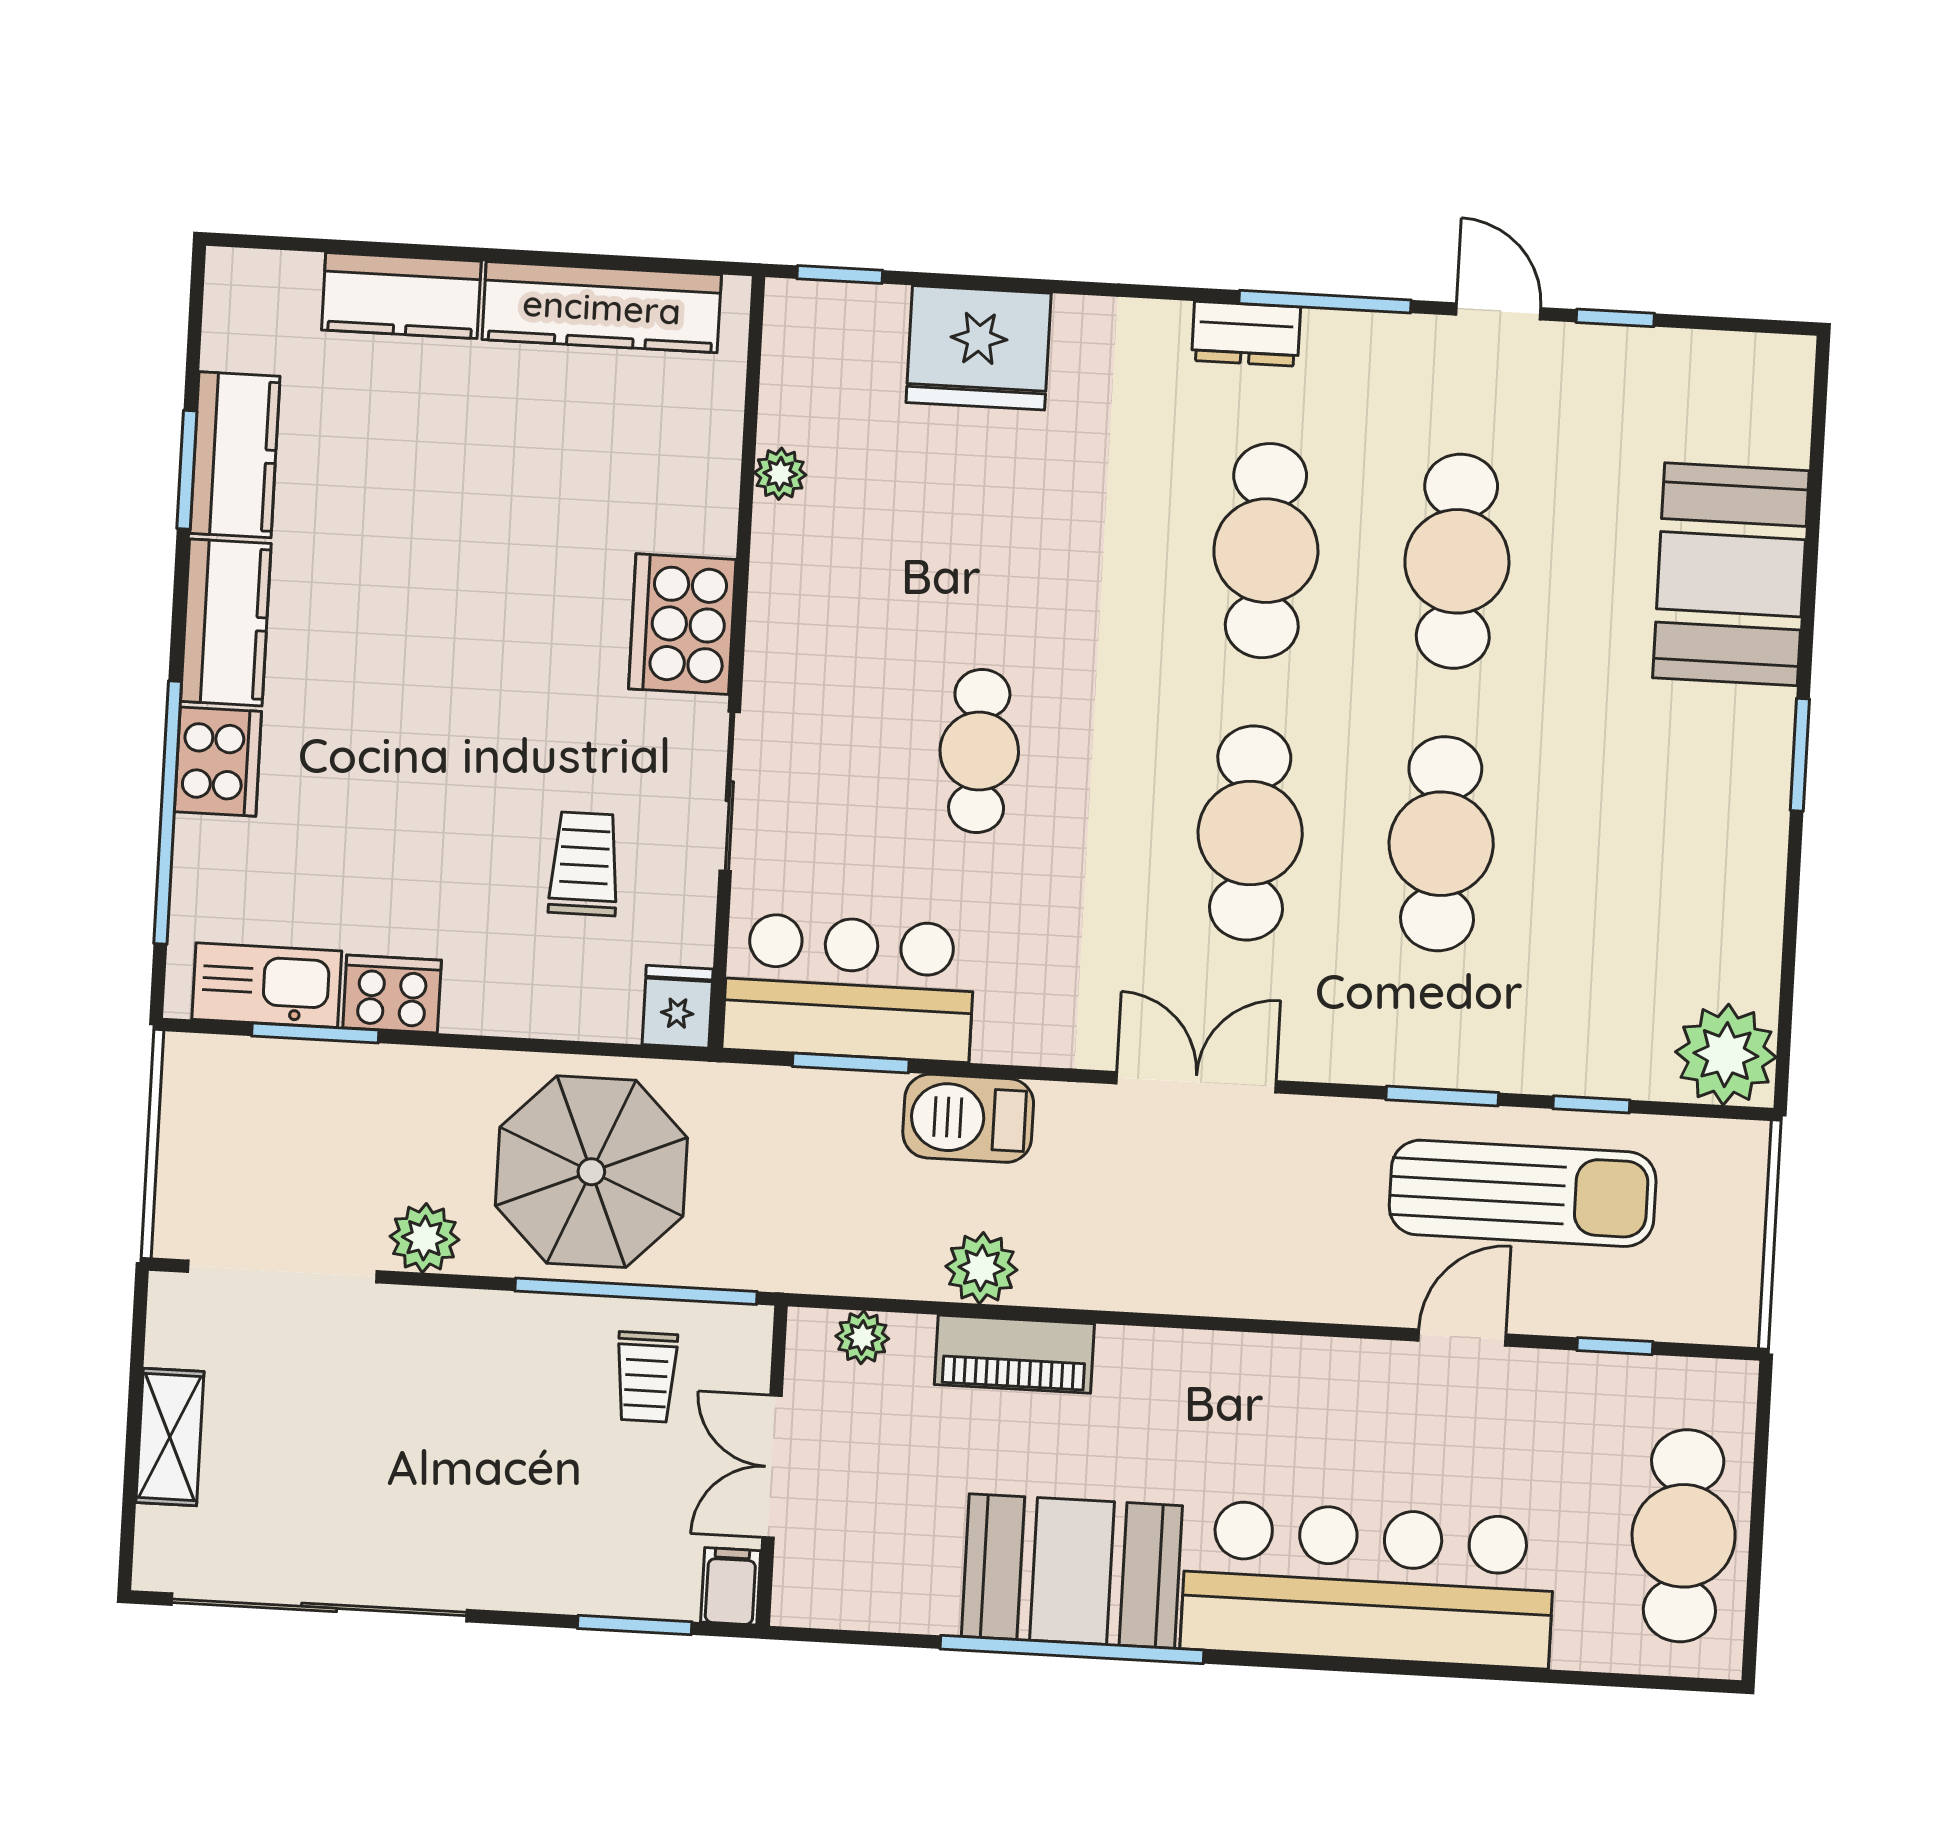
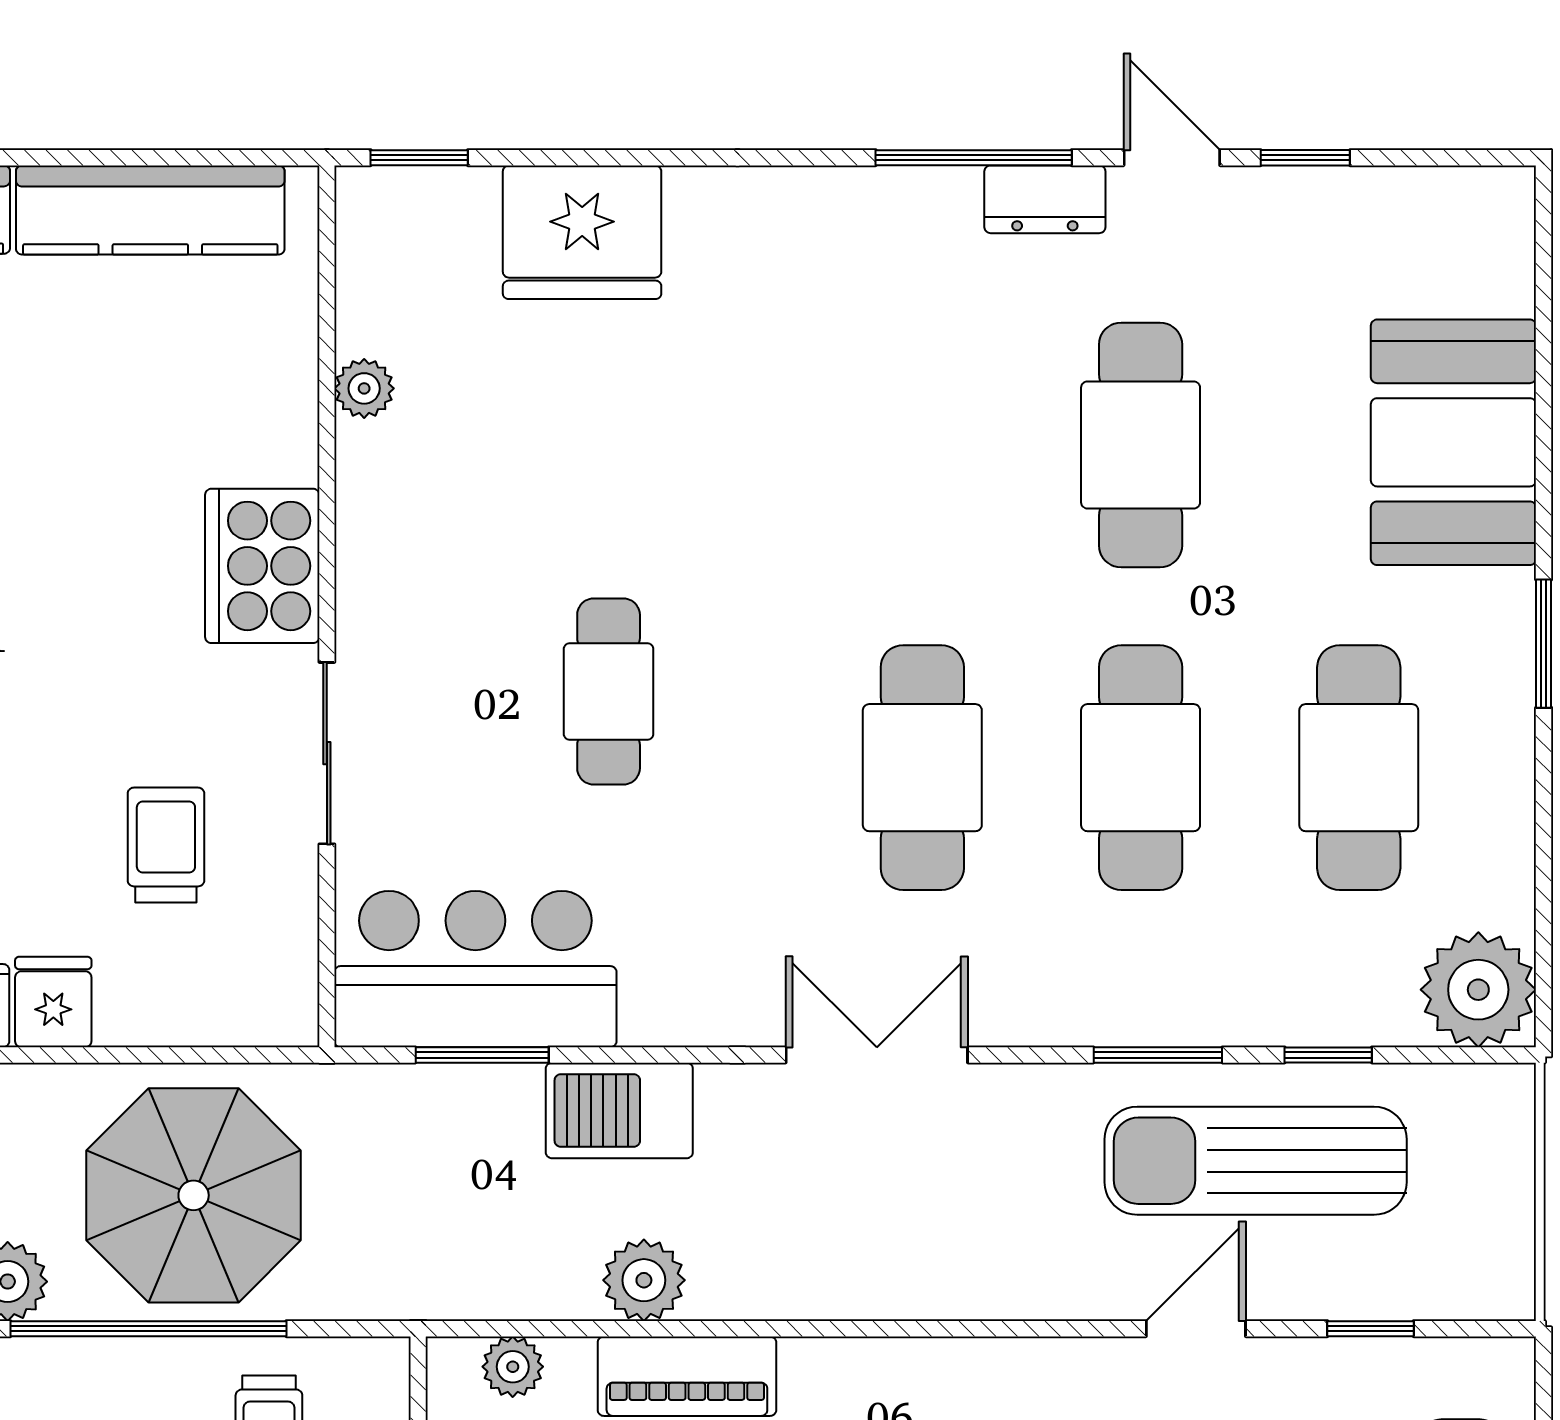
dresser: (1246, 334) -> (1045, 199), moved
cafe table: (1266, 551) -> (1359, 768), moved
fridge: (678, 1007) -> (53, 1002), moved
sun lounger: (1523, 1193) -> (1256, 1161), turned 180
window: (636, 1291) -> (148, 1329), moved

